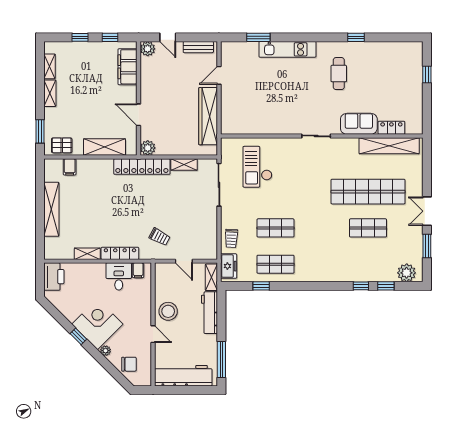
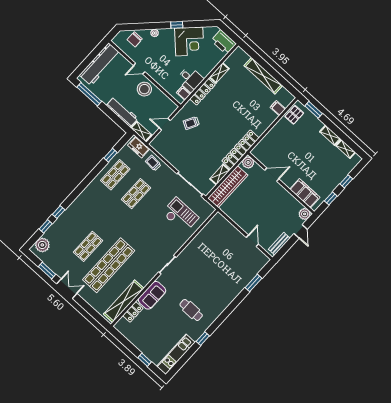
door: (168, 37) -> (301, 231), swing flipped
kitchen unit: (287, 49) -> (176, 354), moved
wardrobe: (208, 116) -> (228, 187), moved, turned 90
shelving: (104, 147) -> (271, 138), removed
corner desk: (97, 324) -> (189, 41), moved

